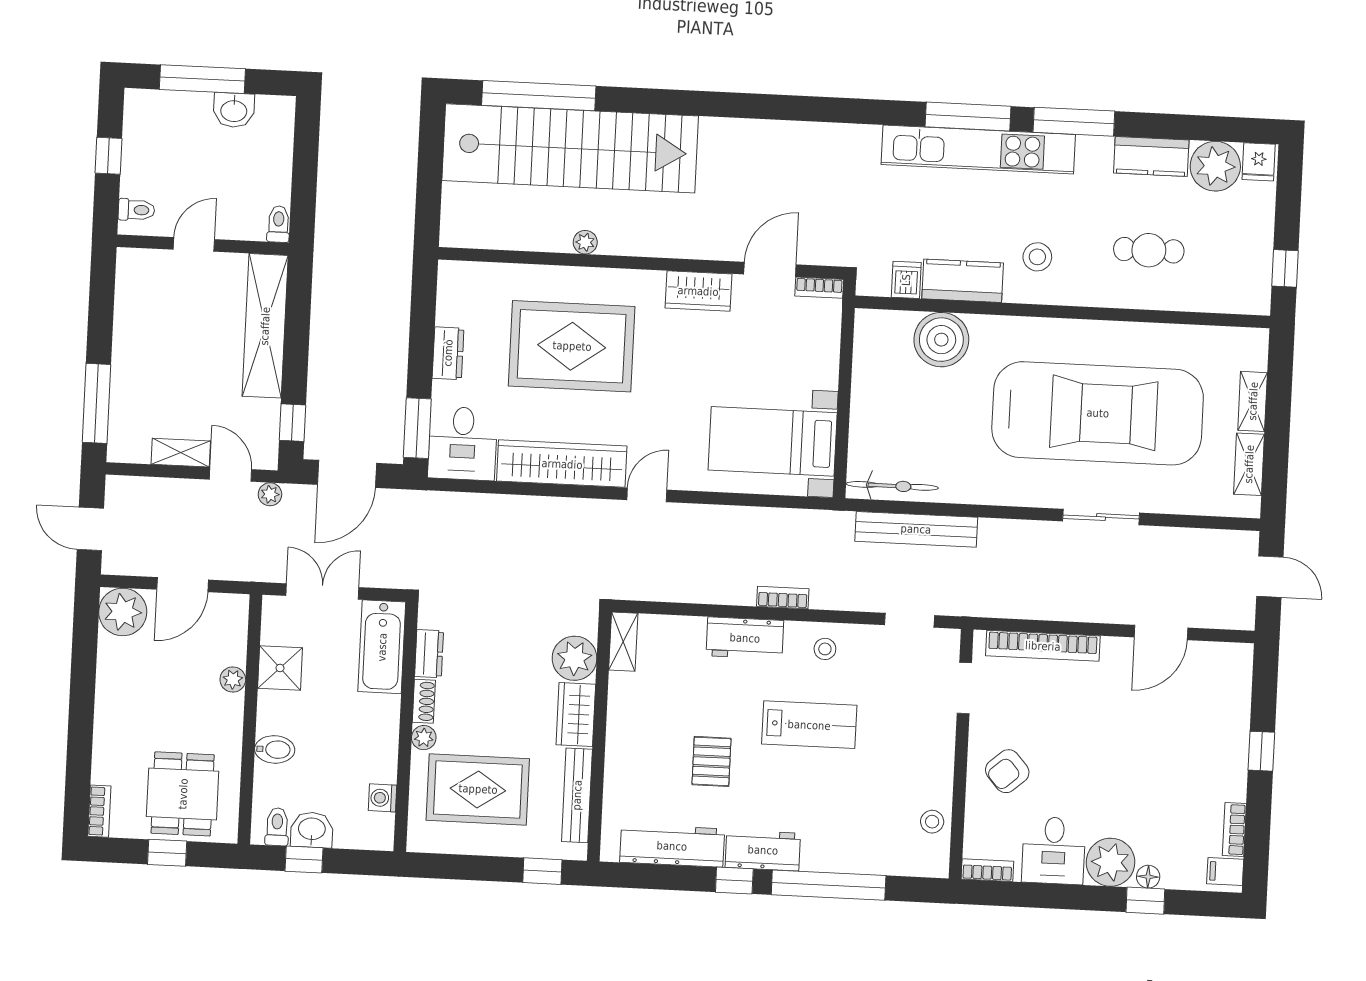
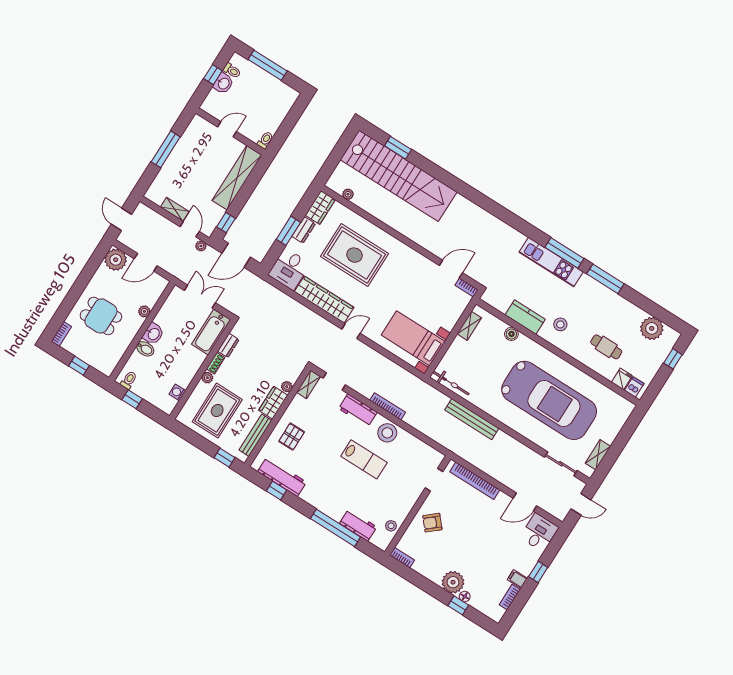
window: (539, 96) -> (398, 148), width x0.47
washbasin: (234, 110) -> (223, 83), moved, turned -90
kitchen unit: (978, 149) -> (551, 262), width x0.73
kitchen counter: (1151, 156) -> (628, 310), removed
fridge: (1259, 162) -> (622, 379), moved, turned 180
toilet: (136, 210) -> (232, 71), moved
plant: (585, 242) -> (348, 194), moved
window: (1285, 268) -> (673, 359), moved
dishwasher: (906, 280) -> (634, 387), moved
wardrobe: (698, 291) -> (320, 207), moved, turned -90
boiler: (941, 340) -> (511, 334), width x0.54, depth x0.54
shelving: (1253, 401) -> (469, 326), moved
window: (96, 403) -> (166, 149), moved
window: (417, 428) -> (288, 231), moved
sliding door: (1101, 517) -> (561, 464), moved
bench: (916, 529) -> (472, 419), moved
door: (1270, 577) -> (581, 504), hinge flipped
bookcase: (783, 598) -> (388, 406), width x1.56
doorway: (910, 620) -> (334, 381), moved
stool: (825, 649) -> (387, 433), width x1.89, depth x1.89
plant: (574, 658) -> (287, 387), width x0.53, depth x0.53
shower: (280, 668) -> (166, 317), removed
pallet: (711, 761) -> (292, 437), moved
rug: (478, 789) -> (217, 411), turned 90
dining table: (183, 794) -> (101, 316), moved, turned 90
washbasin: (312, 830) -> (153, 334), moved, turned 90
workbench: (763, 850) -> (358, 525), moved
desk: (1054, 850) -> (539, 532), moved, turned 180
filing cabinet: (1225, 872) -> (517, 579), moved
window: (734, 881) -> (277, 491), moved

